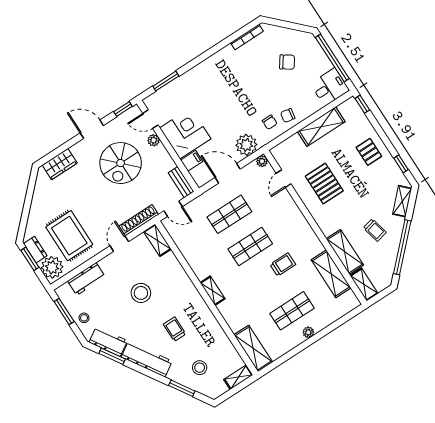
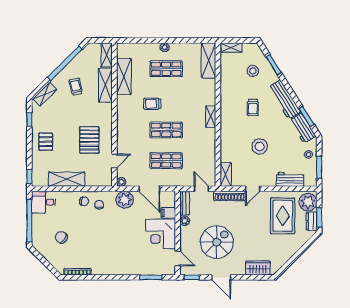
plant: (154, 140) -> (185, 221), moved

